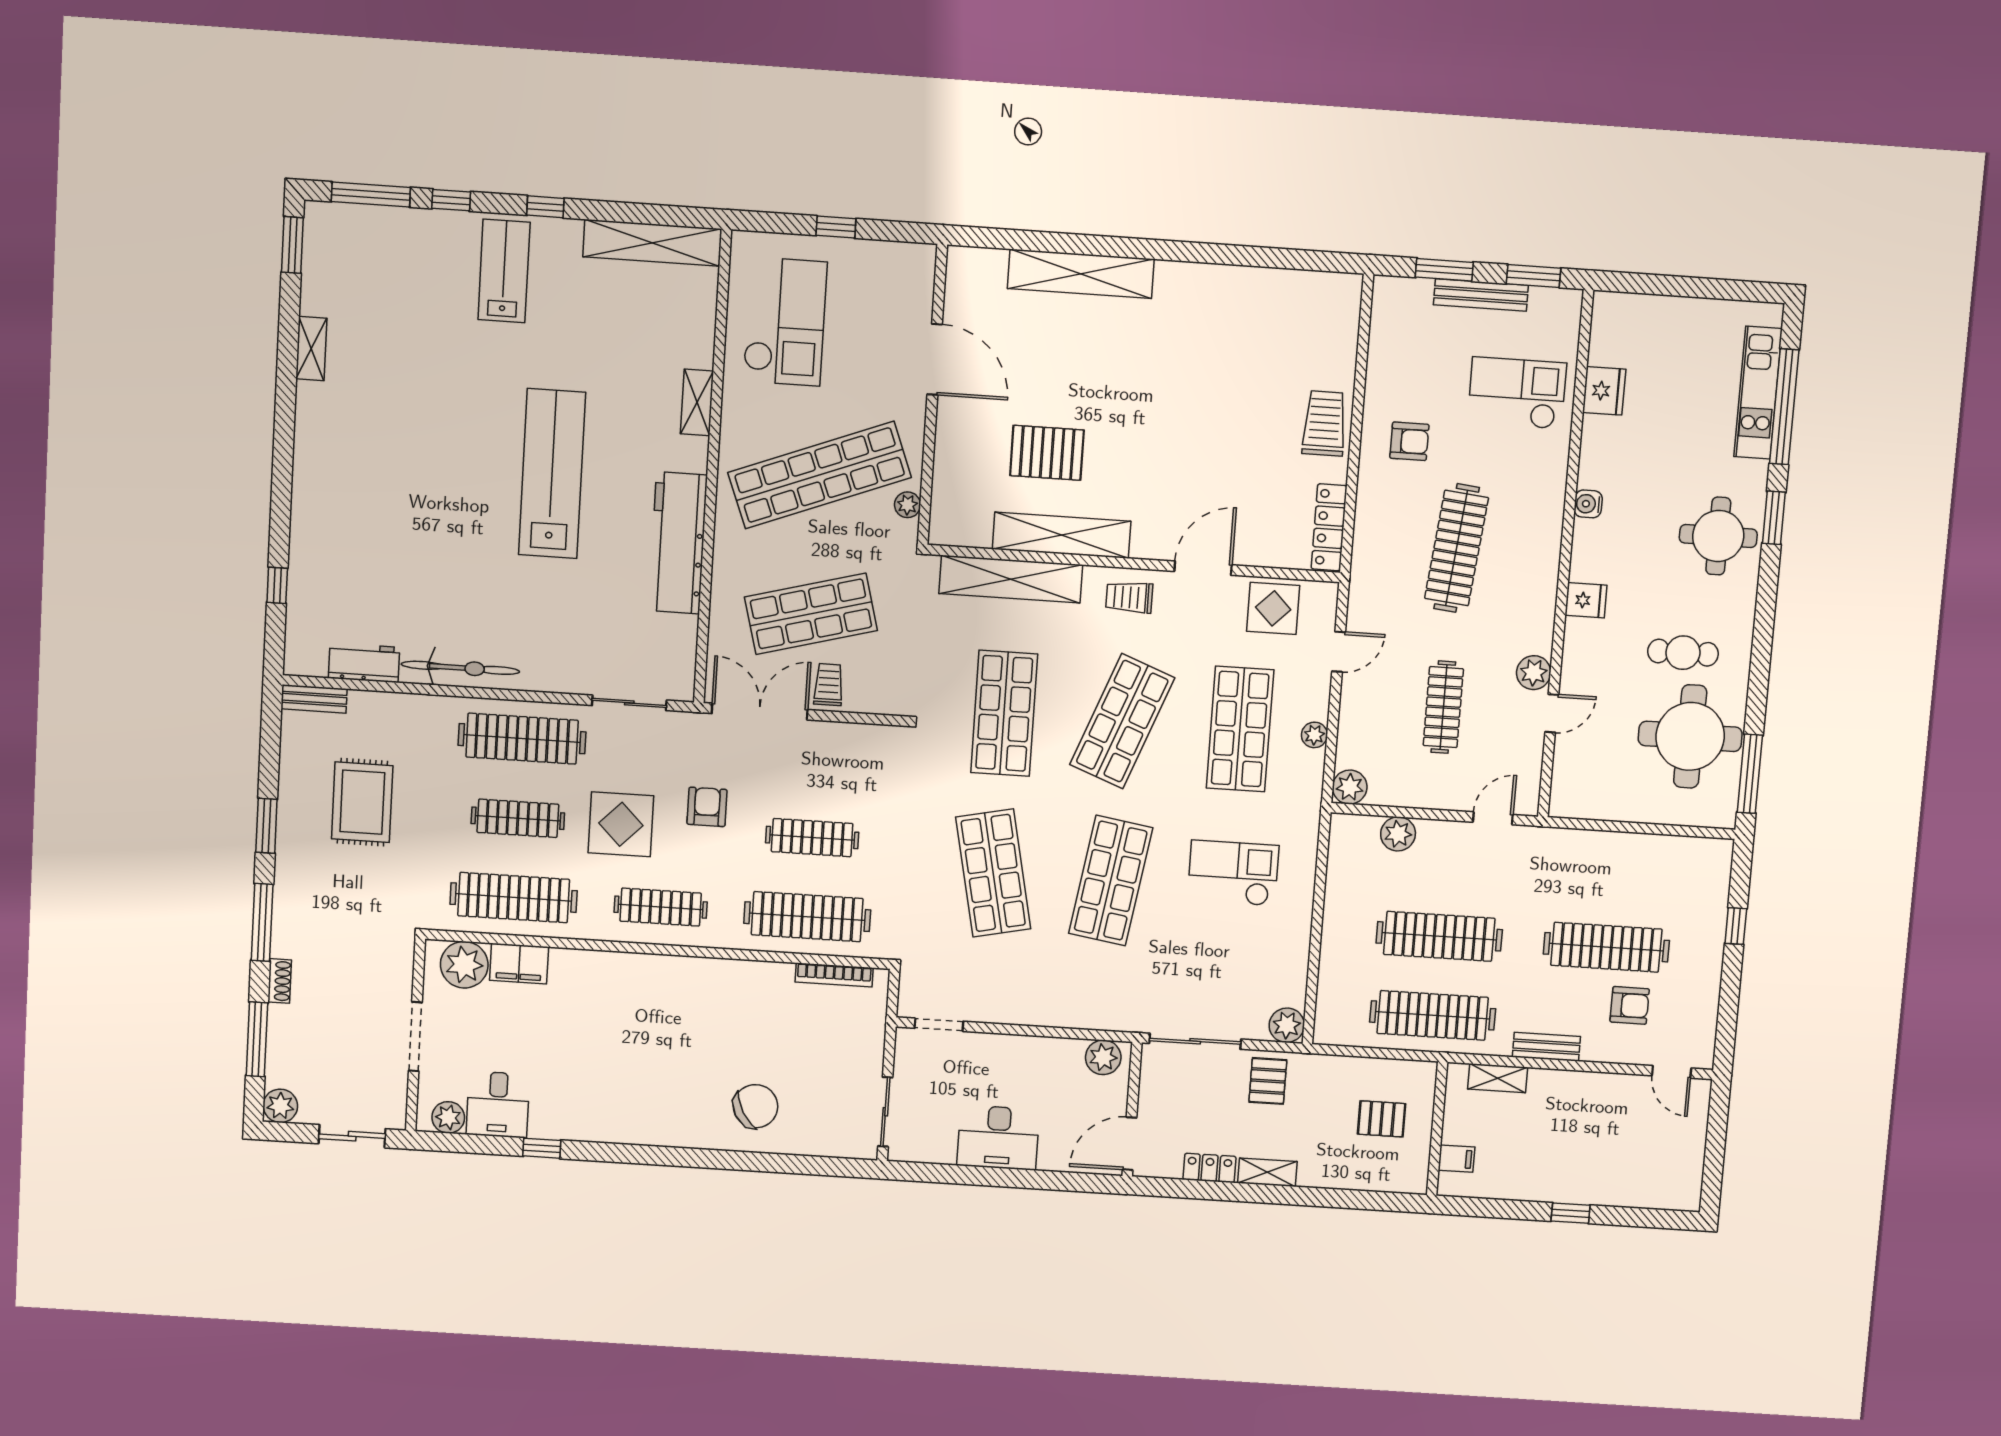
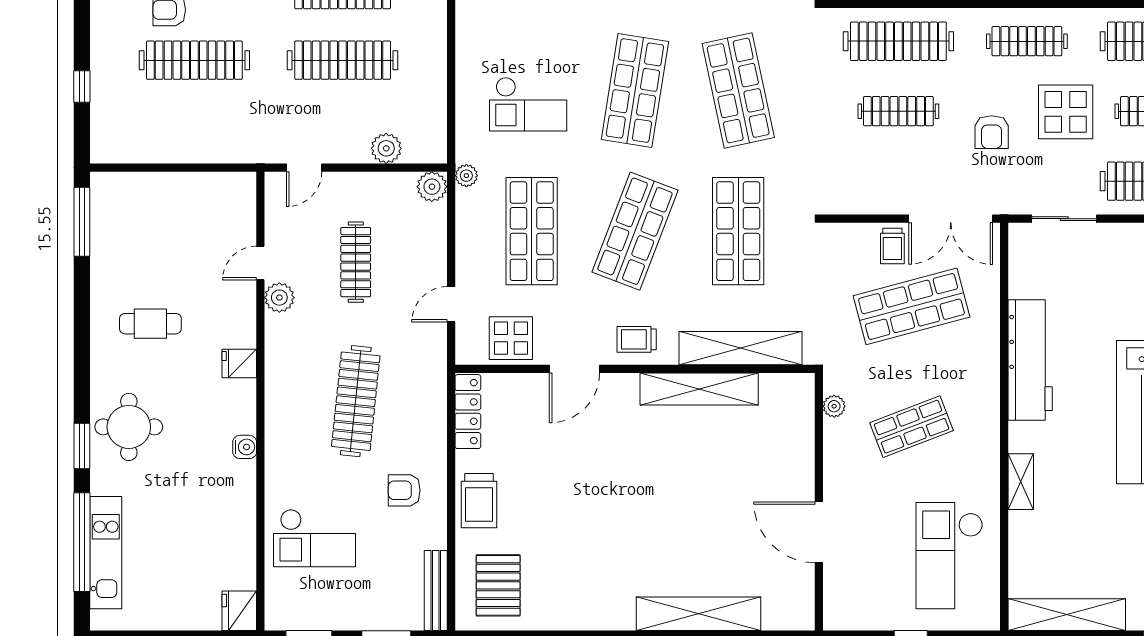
bench: (1481, 295) -> (436, 590), moved, turned 90
fridge: (1604, 391) -> (239, 611), moved
pallet: (1047, 453) -> (498, 585), moved, turned 90
shop shelf: (820, 475) -> (911, 427), width x0.50, depth x0.74
trolley: (1129, 597) -> (637, 339), turned 180
plant: (1314, 735) -> (466, 176), moved
round table: (1690, 736) -> (137, 251), removed

